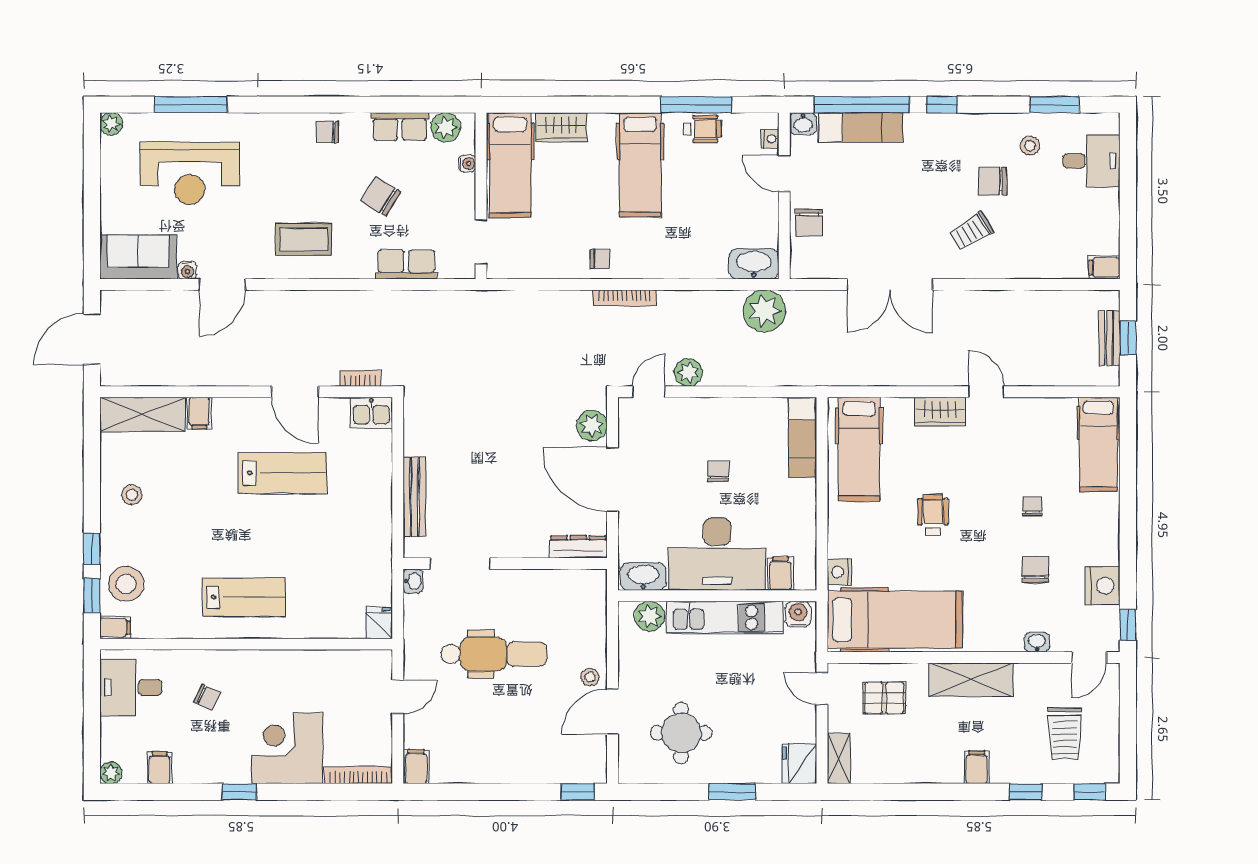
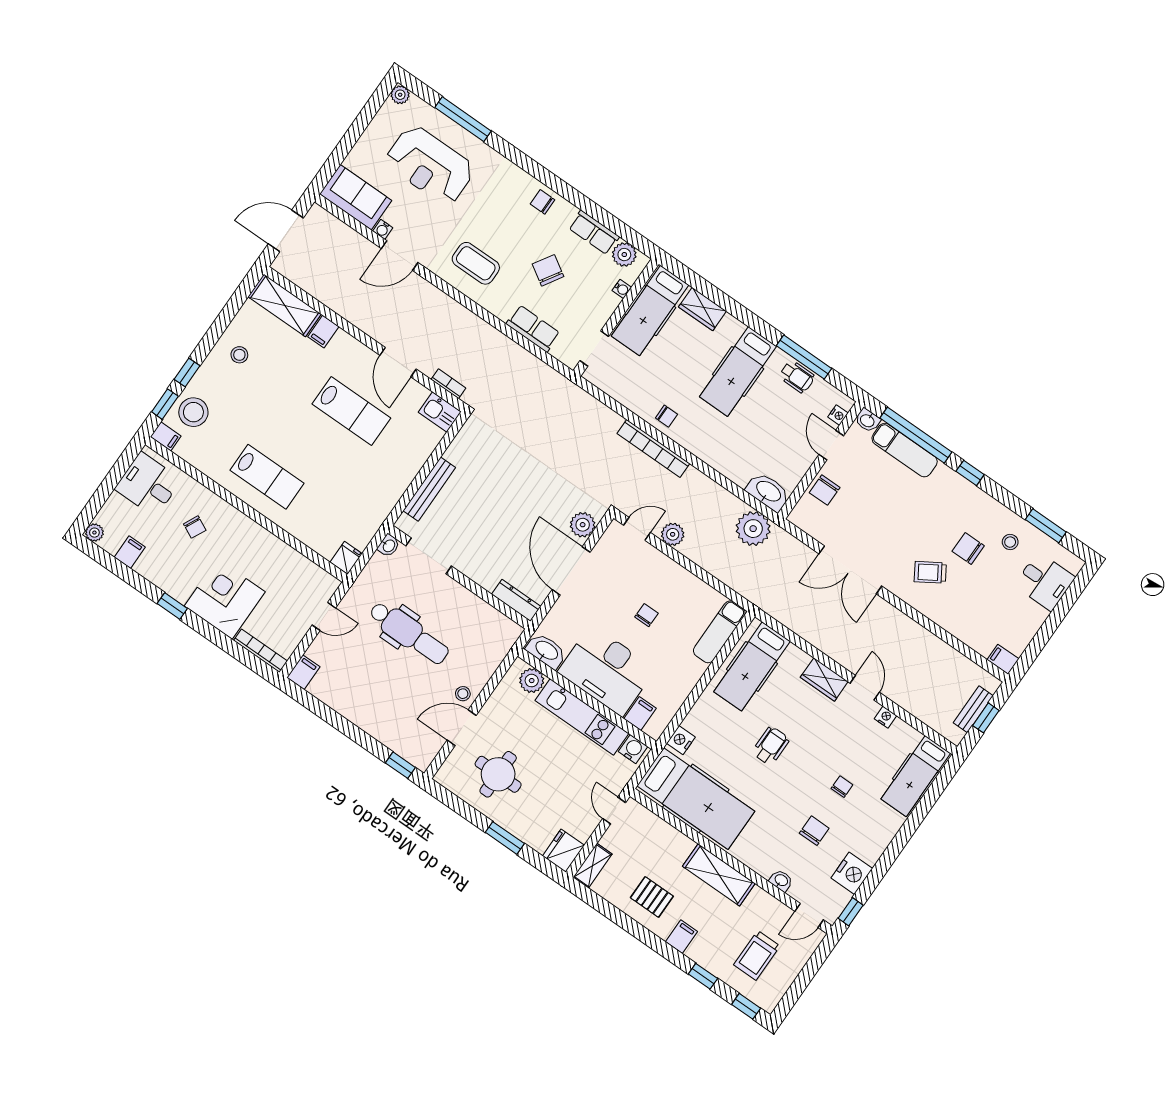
bookcase: (624, 298) -> (653, 448), width x1.48, depth x1.31
nightstand: (1027, 407) -> (885, 717), added
pallet: (884, 698) -> (652, 897), moved

